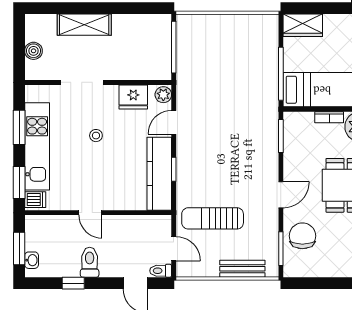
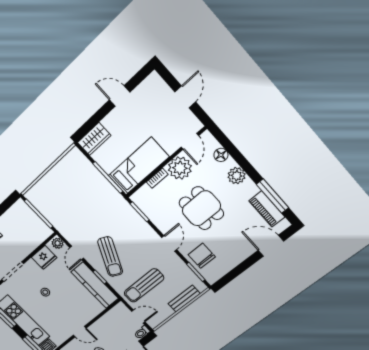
sun lounger: (206, 157) -> (110, 257), added

